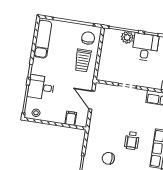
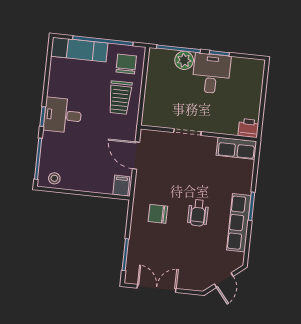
exam couch: (43, 39) -> (79, 50), moved, turned 90
desk: (41, 87) -> (63, 115), moved
filing cabinet: (71, 118) -> (121, 186), moved
chair: (108, 158) -> (158, 214), moved

